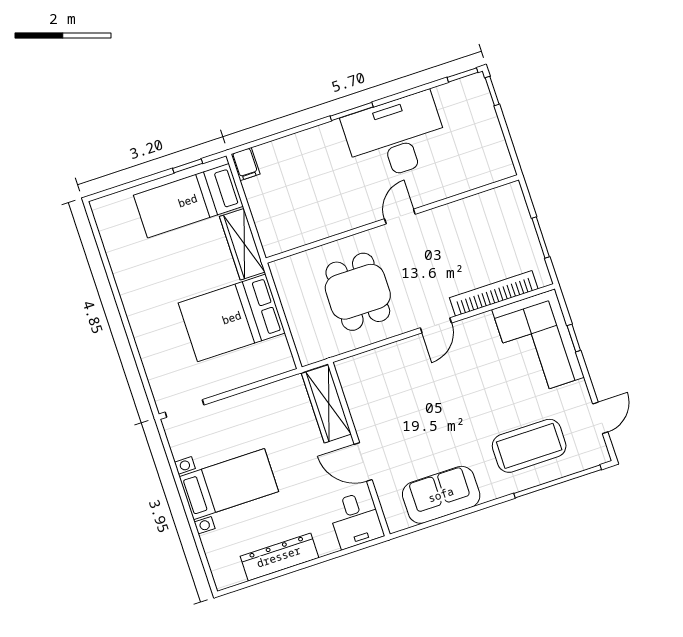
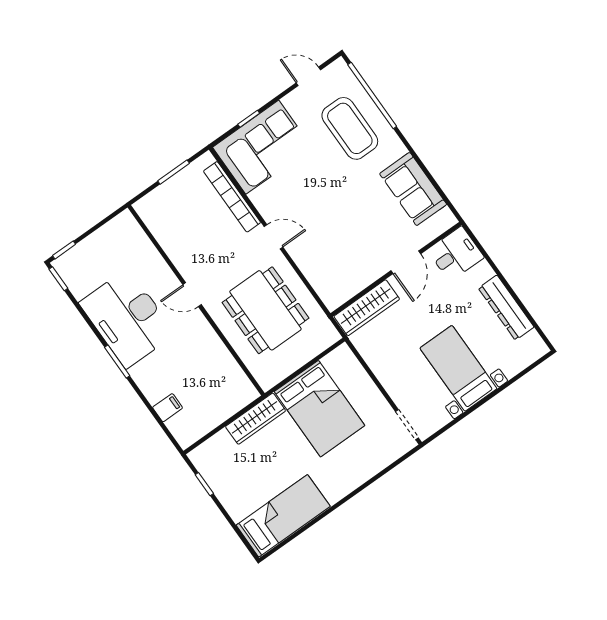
filing cabinet: (246, 164) -> (168, 408), moved
bed: (188, 201) -> (283, 516), moved, turned -90
dining table: (358, 292) -> (265, 310), width x1.38

